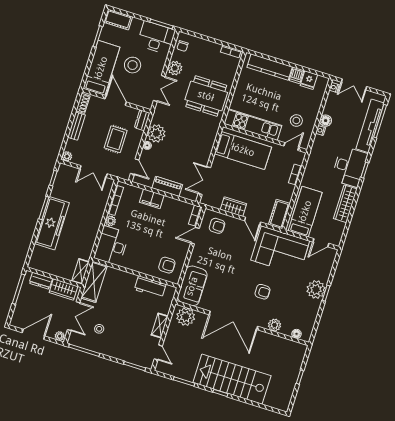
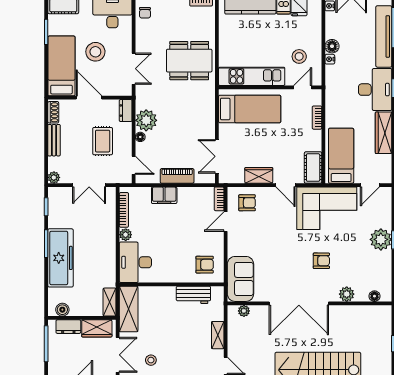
plant: (175, 68) -> (144, 40), removed
boiler: (40, 266) -> (62, 310), added
plant: (186, 317) -> (244, 311), width x0.53, depth x0.53

